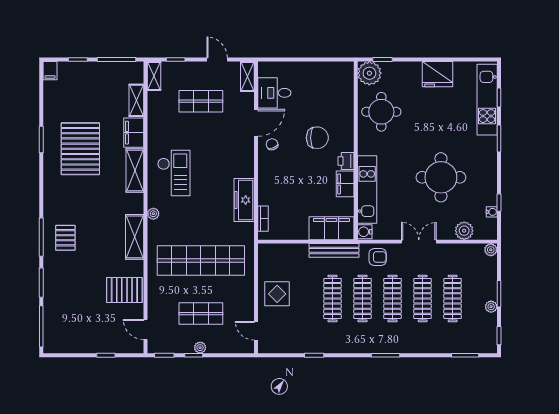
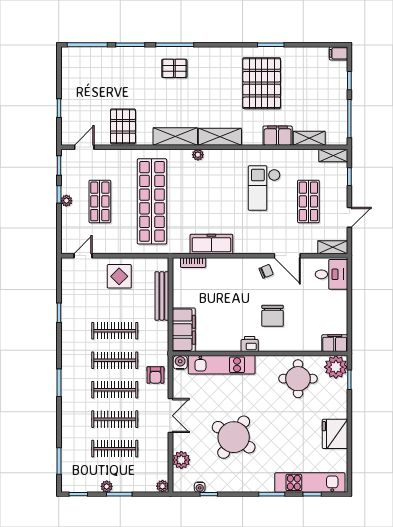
desk: (274, 93) -> (331, 274), moved, turned 90
pallet: (80, 149) -> (262, 83), turned 90
shelving: (135, 170) -> (220, 137), moved
checkout: (174, 173) -> (264, 188), moved, turned 90
round table: (441, 177) -> (234, 437), turned 33
filing cabinet: (345, 184) -> (335, 343), moved
bench: (334, 250) -> (162, 296), moved

